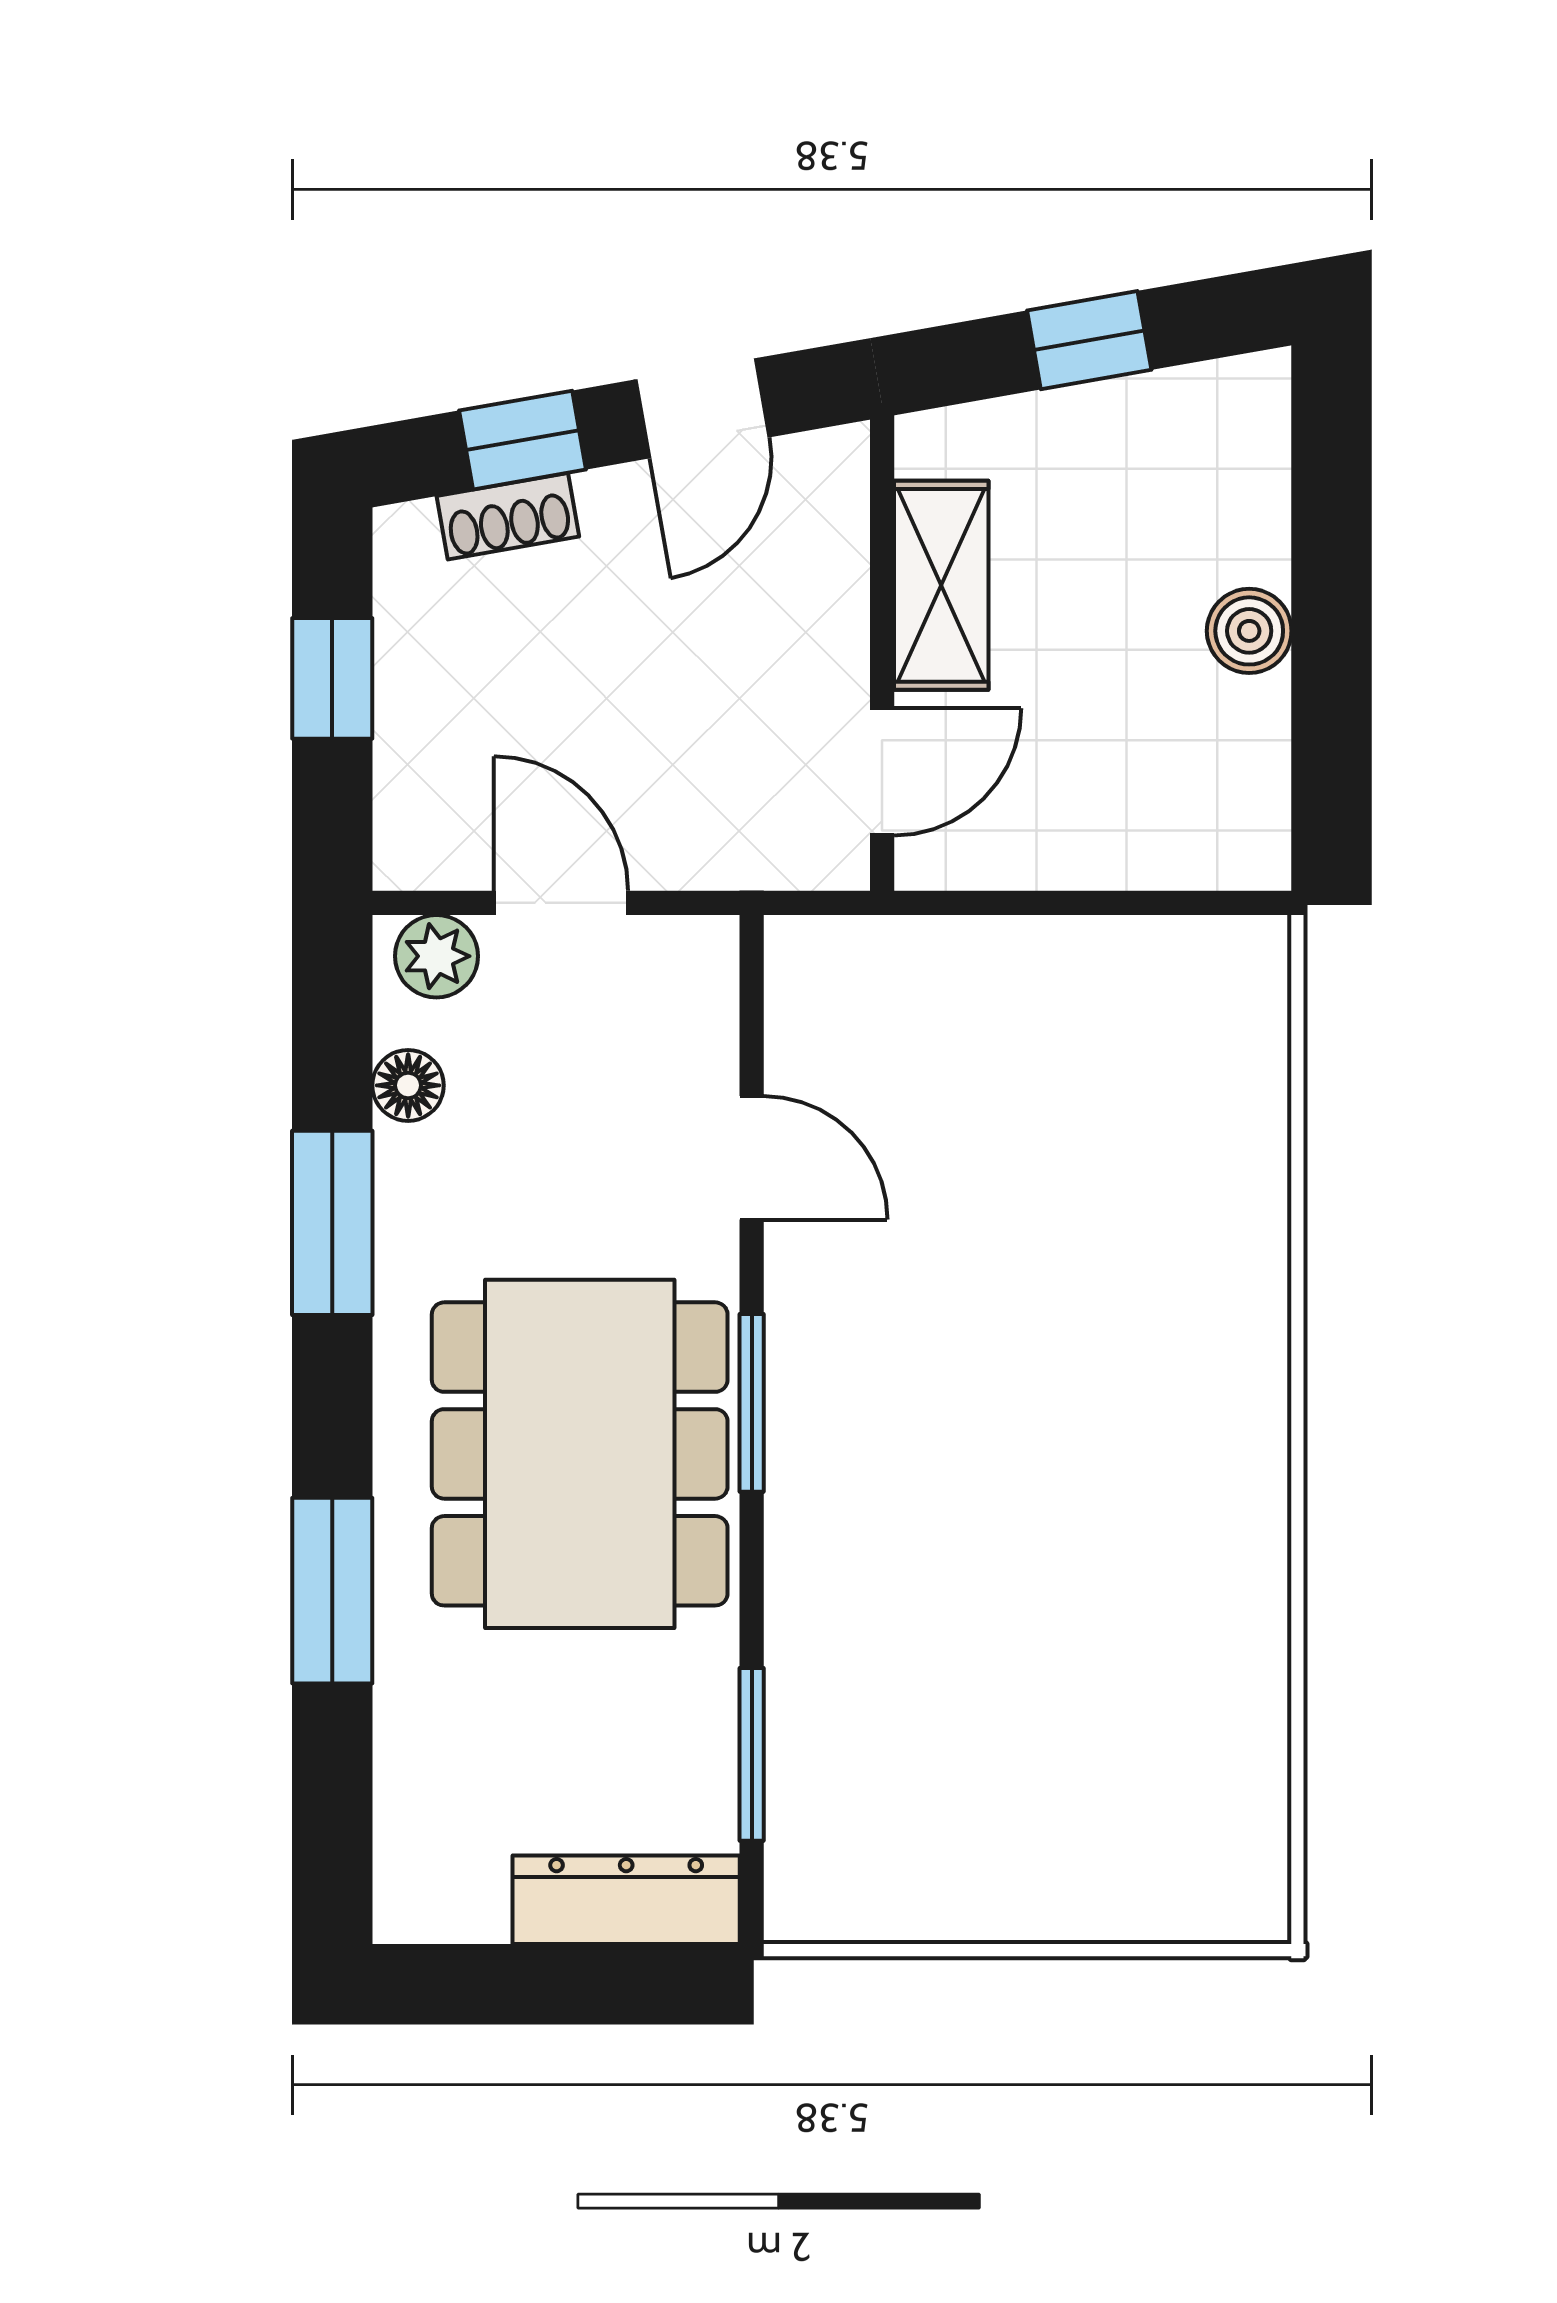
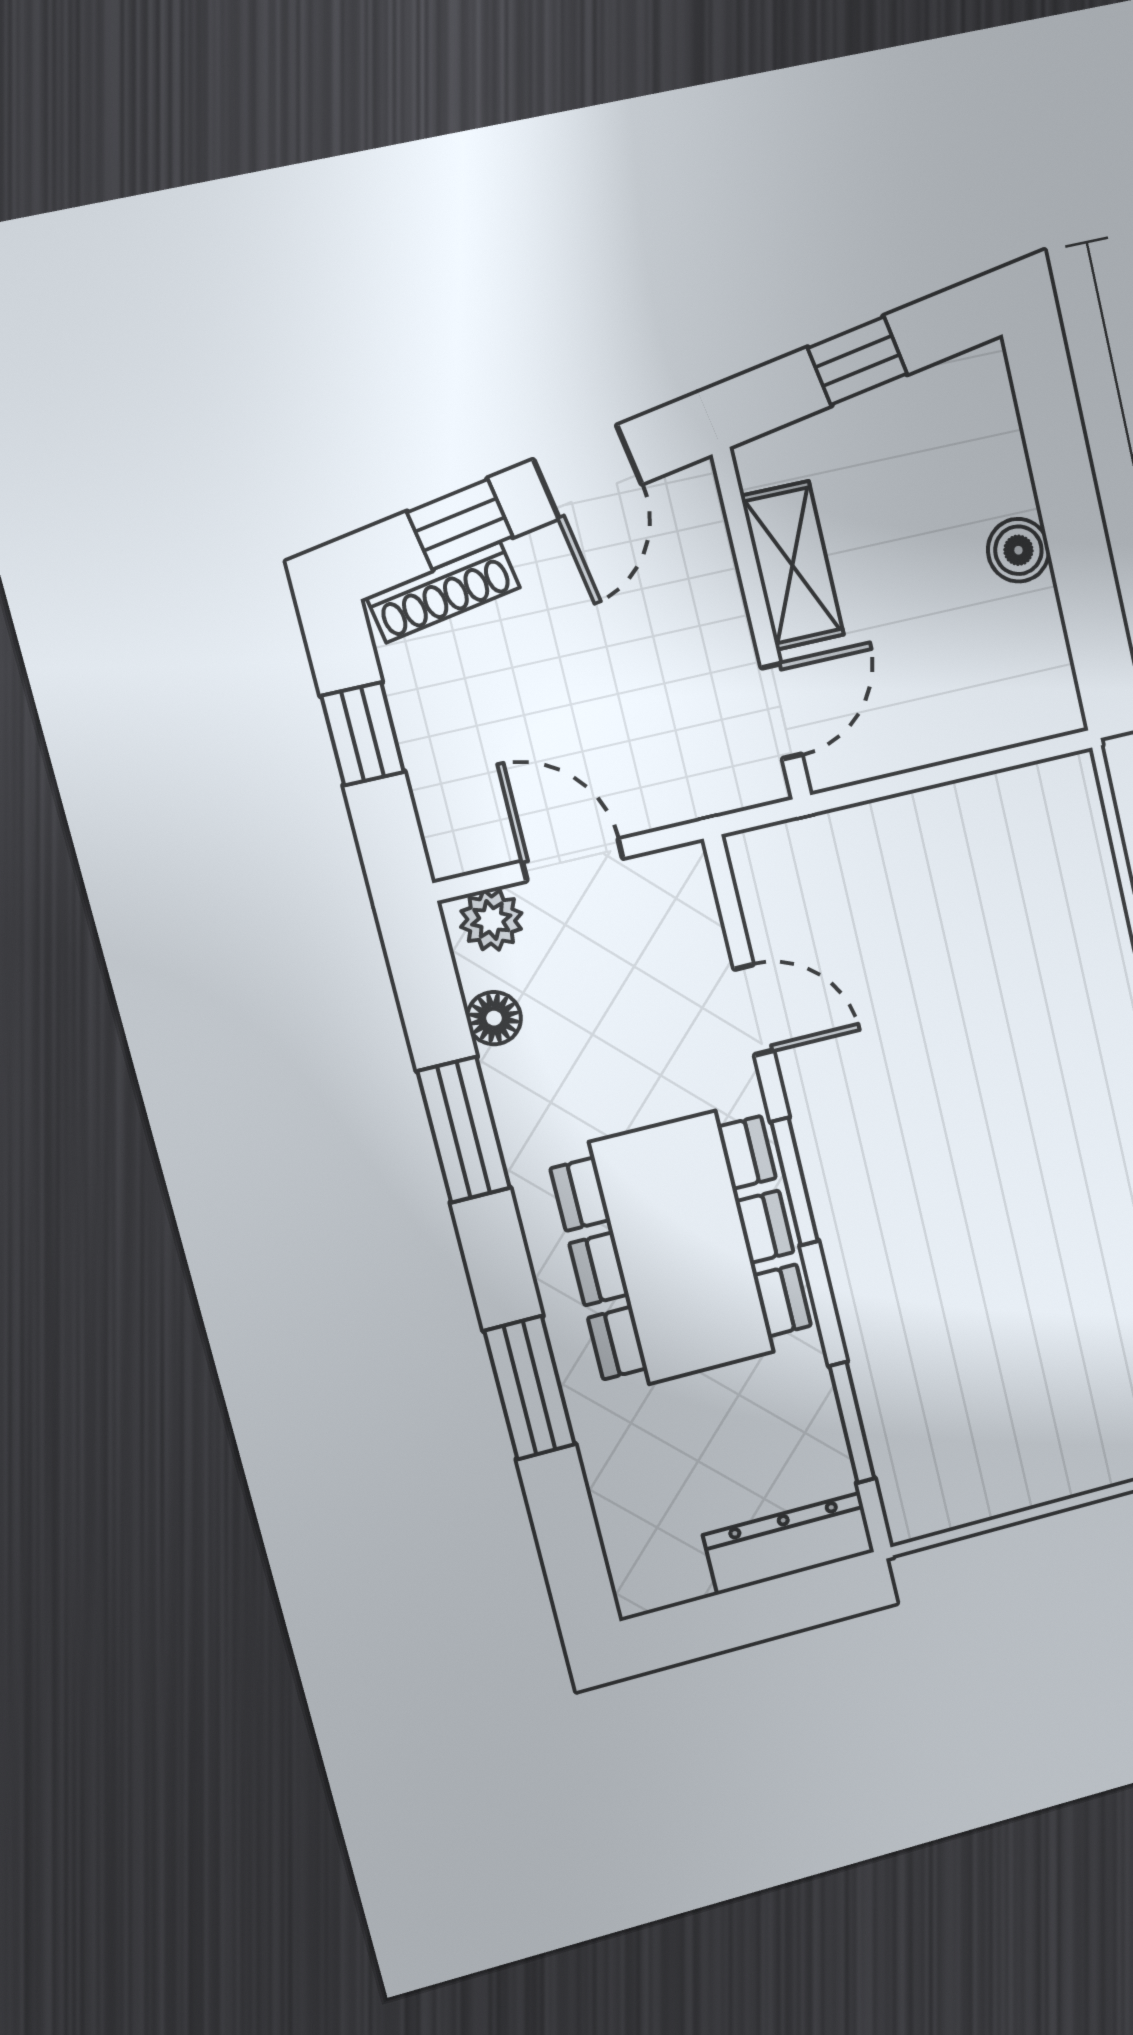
shoe rack: (508, 516) -> (443, 592), width x1.43

